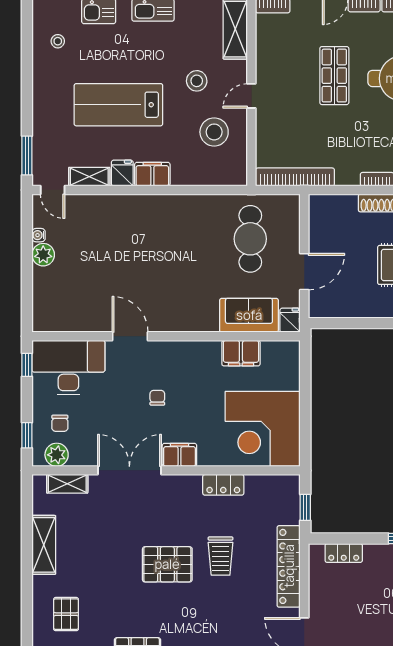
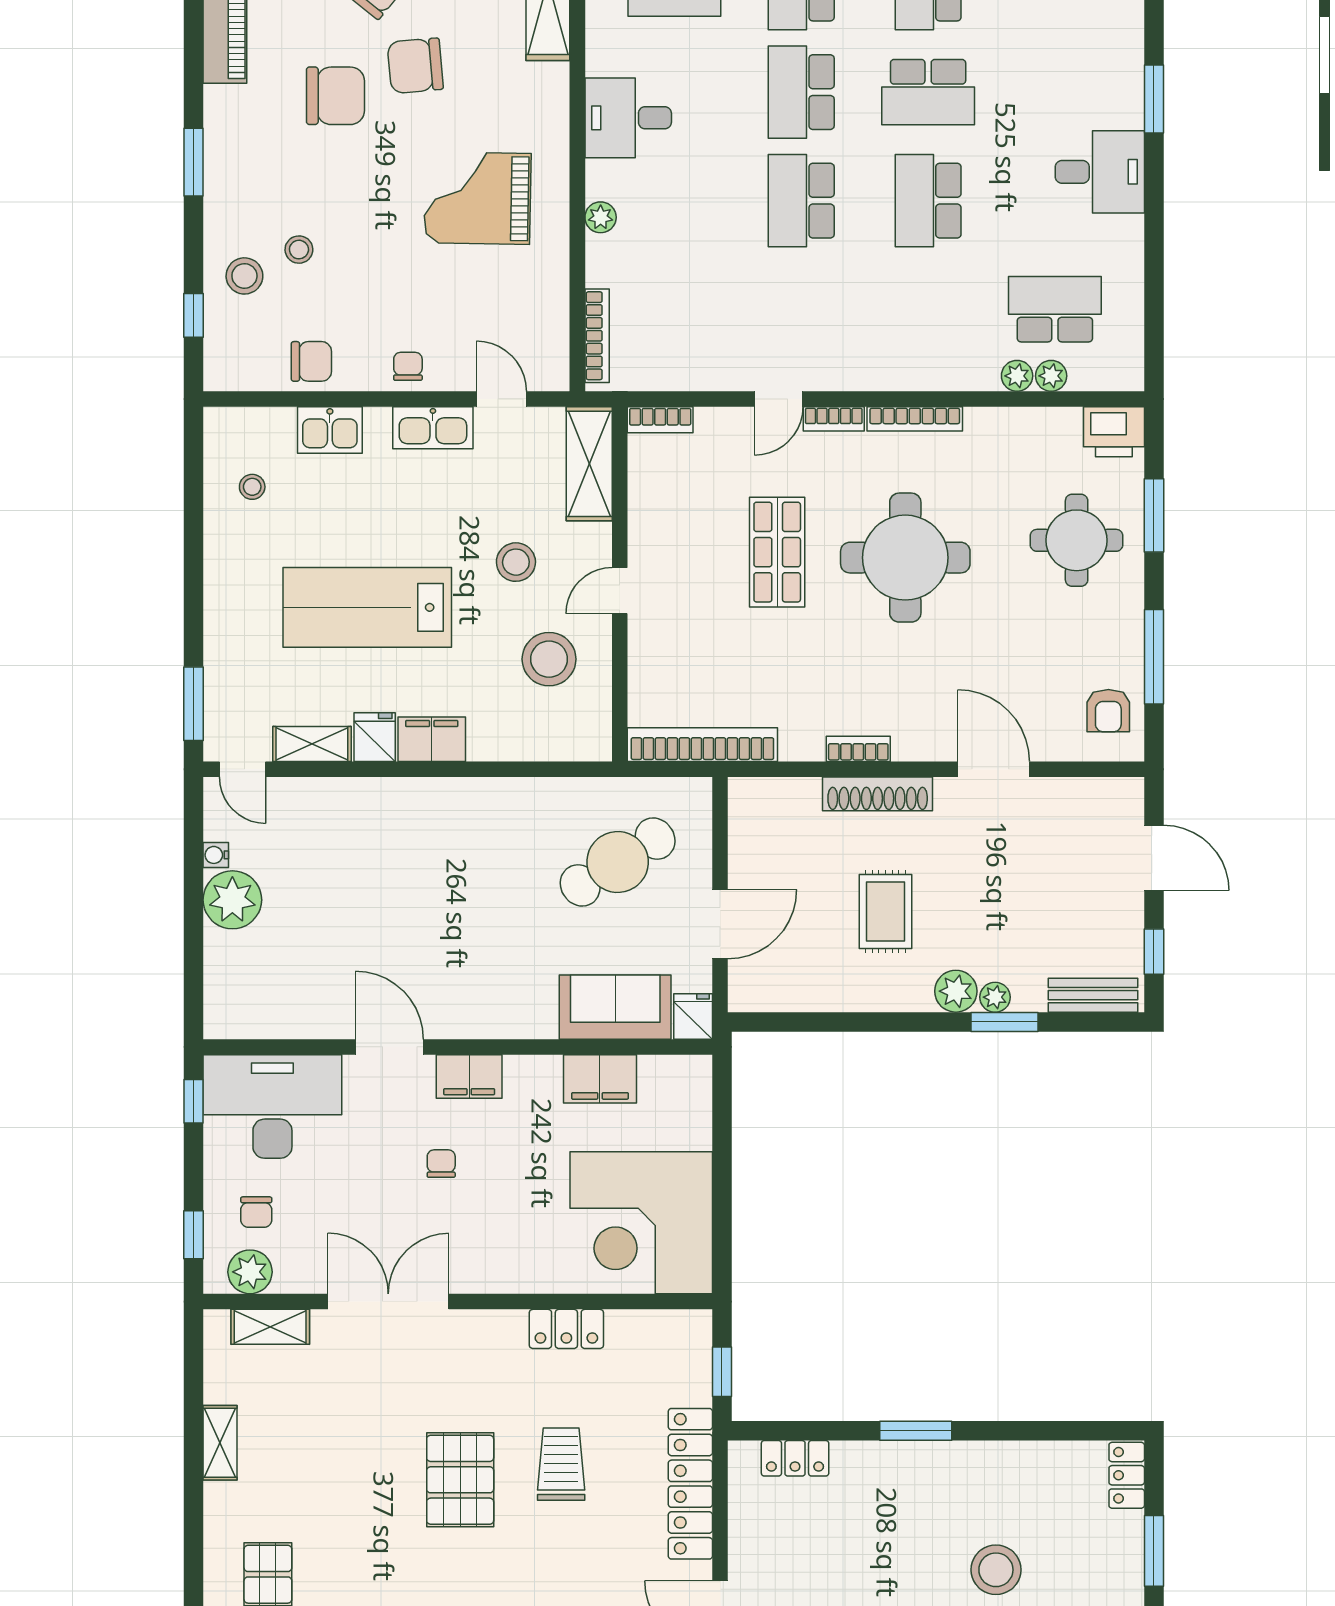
cafe table: (250, 239) -> (618, 862), turned 58
plant: (43, 255) -> (232, 900), width x1.36, depth x1.36
filing cabinet: (179, 455) -> (469, 1076), moved, turned 180
shelving: (44, 545) -> (220, 1443), width x0.67, depth x0.75
trolley: (221, 556) -> (561, 1464), turned 180
pallet: (167, 564) -> (460, 1480), turned 90

